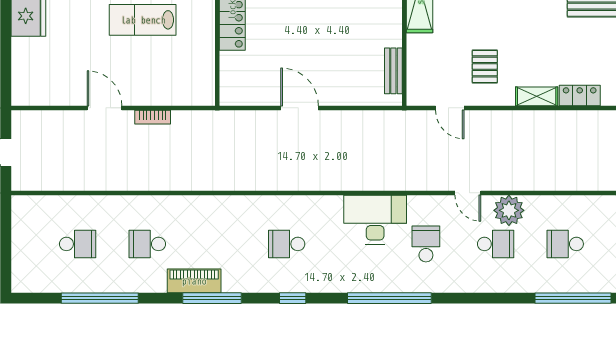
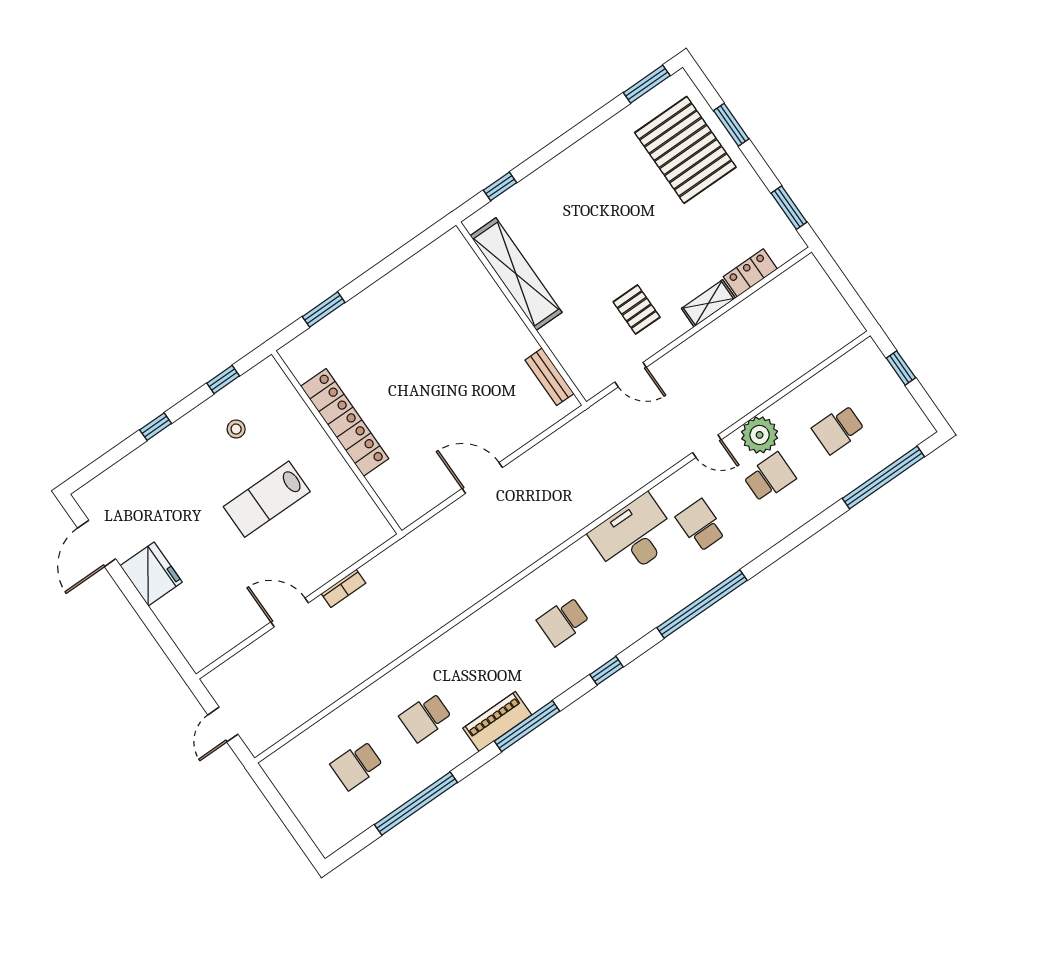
school desk: (78, 244) -> (357, 765), turned 180

